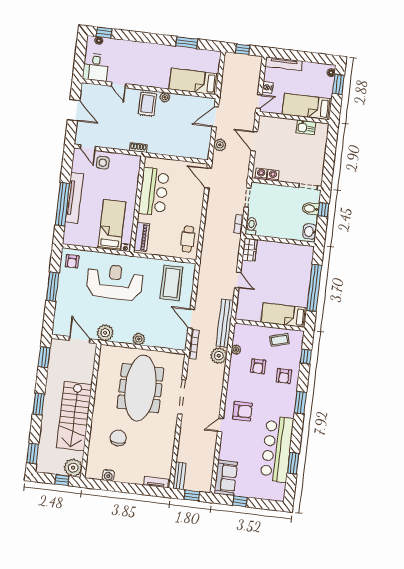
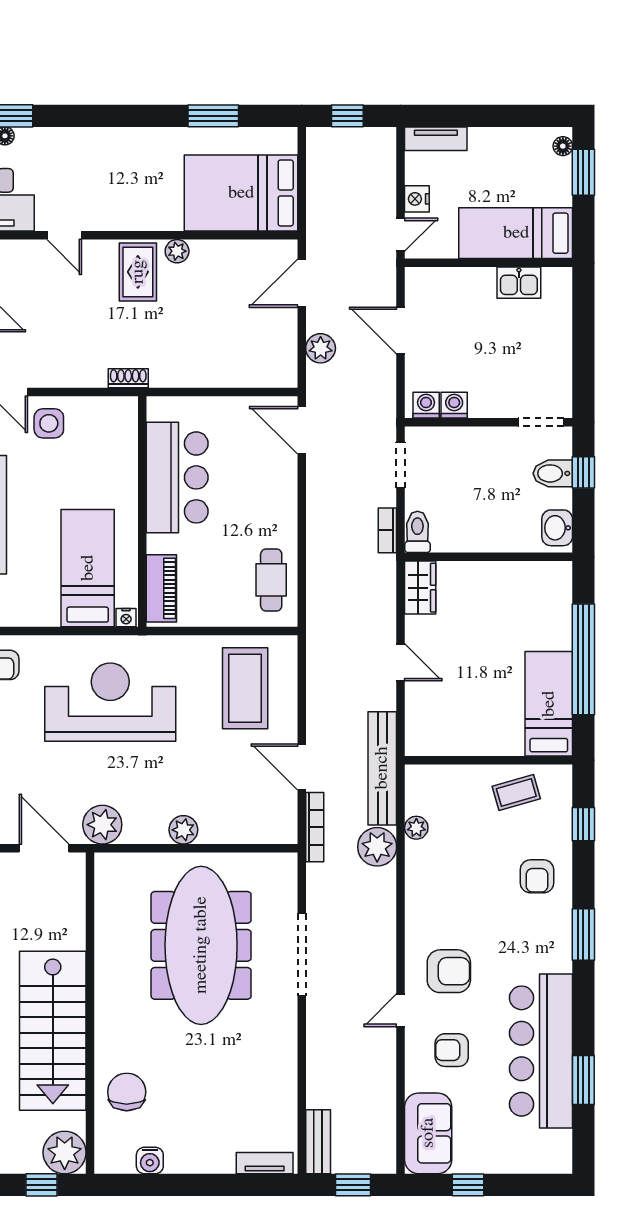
tv unit: (284, 64) -> (436, 139), width x0.71
bed: (194, 81) -> (241, 193), width x1.50
bed: (284, 315) -> (549, 704), moved, turned 90
armchair: (258, 366) -> (452, 1050), moved, turned 90
chair: (118, 438) -> (127, 1092), moved

